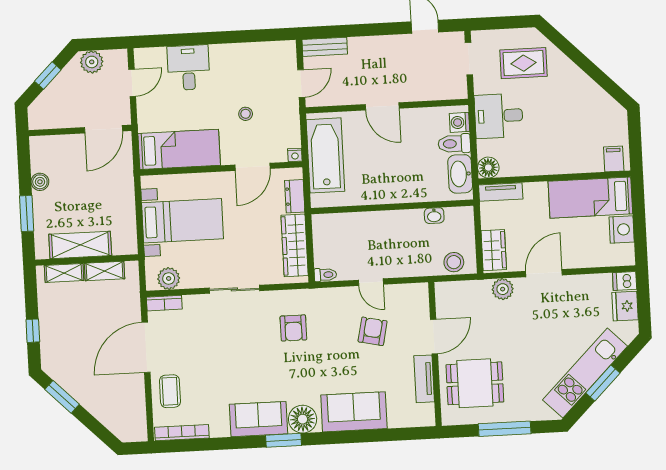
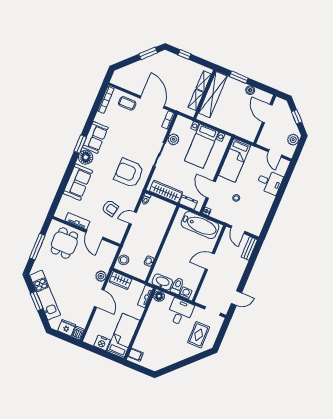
door: (104, 129) -> (267, 114), moved
shelving: (80, 245) -> (213, 95), width x1.47
plant: (169, 278) -> (173, 139), moved
armchair: (293, 328) -> (129, 173), width x1.88, depth x1.88

